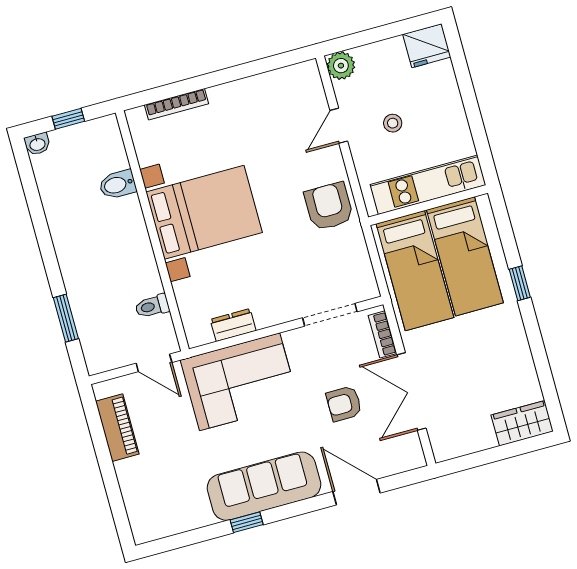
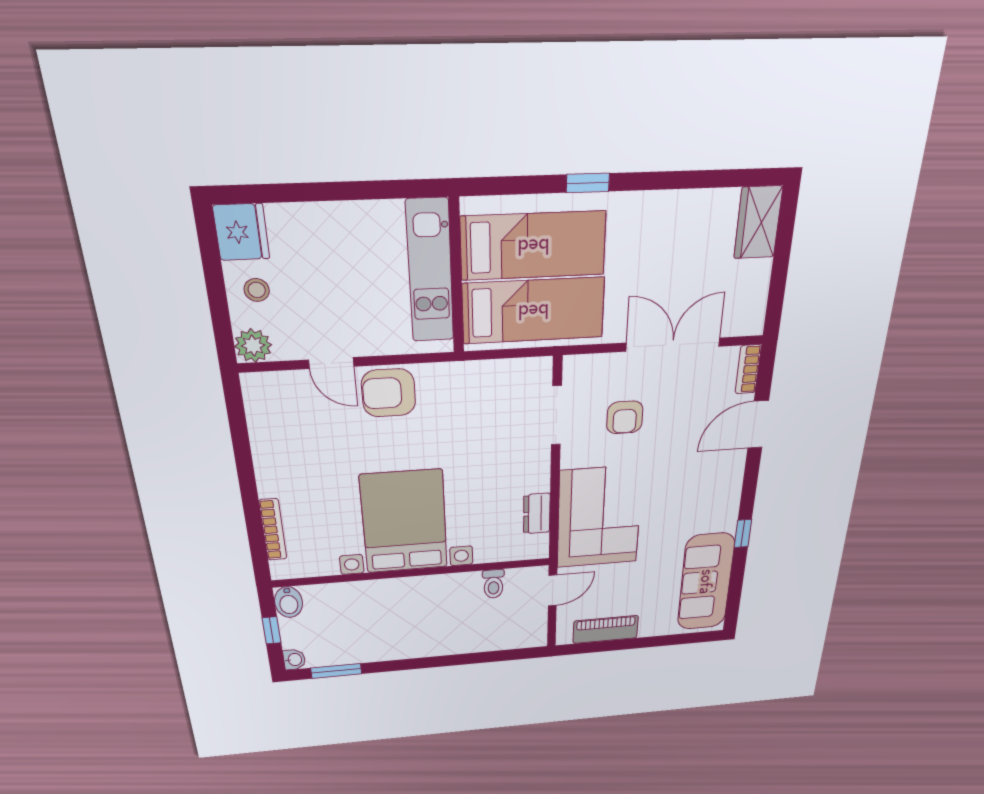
stool: (393, 123) -> (257, 290), moved
bidet: (118, 185) -> (289, 602), moved
armchair: (329, 206) -> (389, 393), moved
window: (66, 318) -> (336, 671), moved
bookcase: (382, 334) -> (748, 369), moved, turned 90
double door: (411, 391) -> (673, 345), swing flipped
armchair: (344, 404) -> (625, 417), moved
sofa: (264, 486) -> (706, 582), moved

